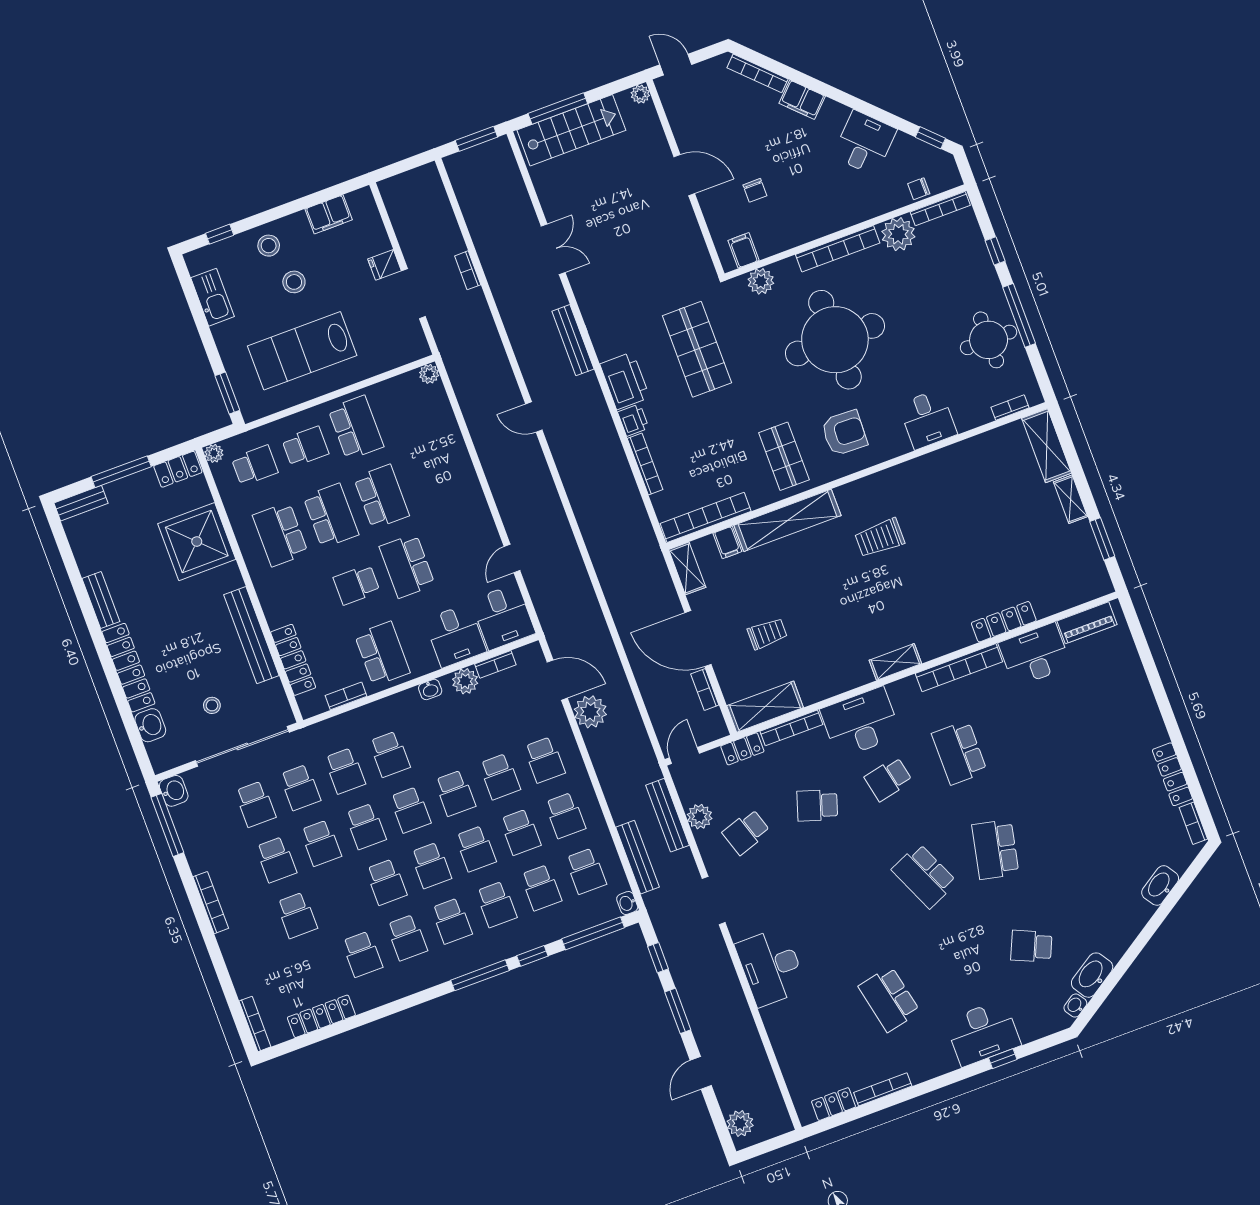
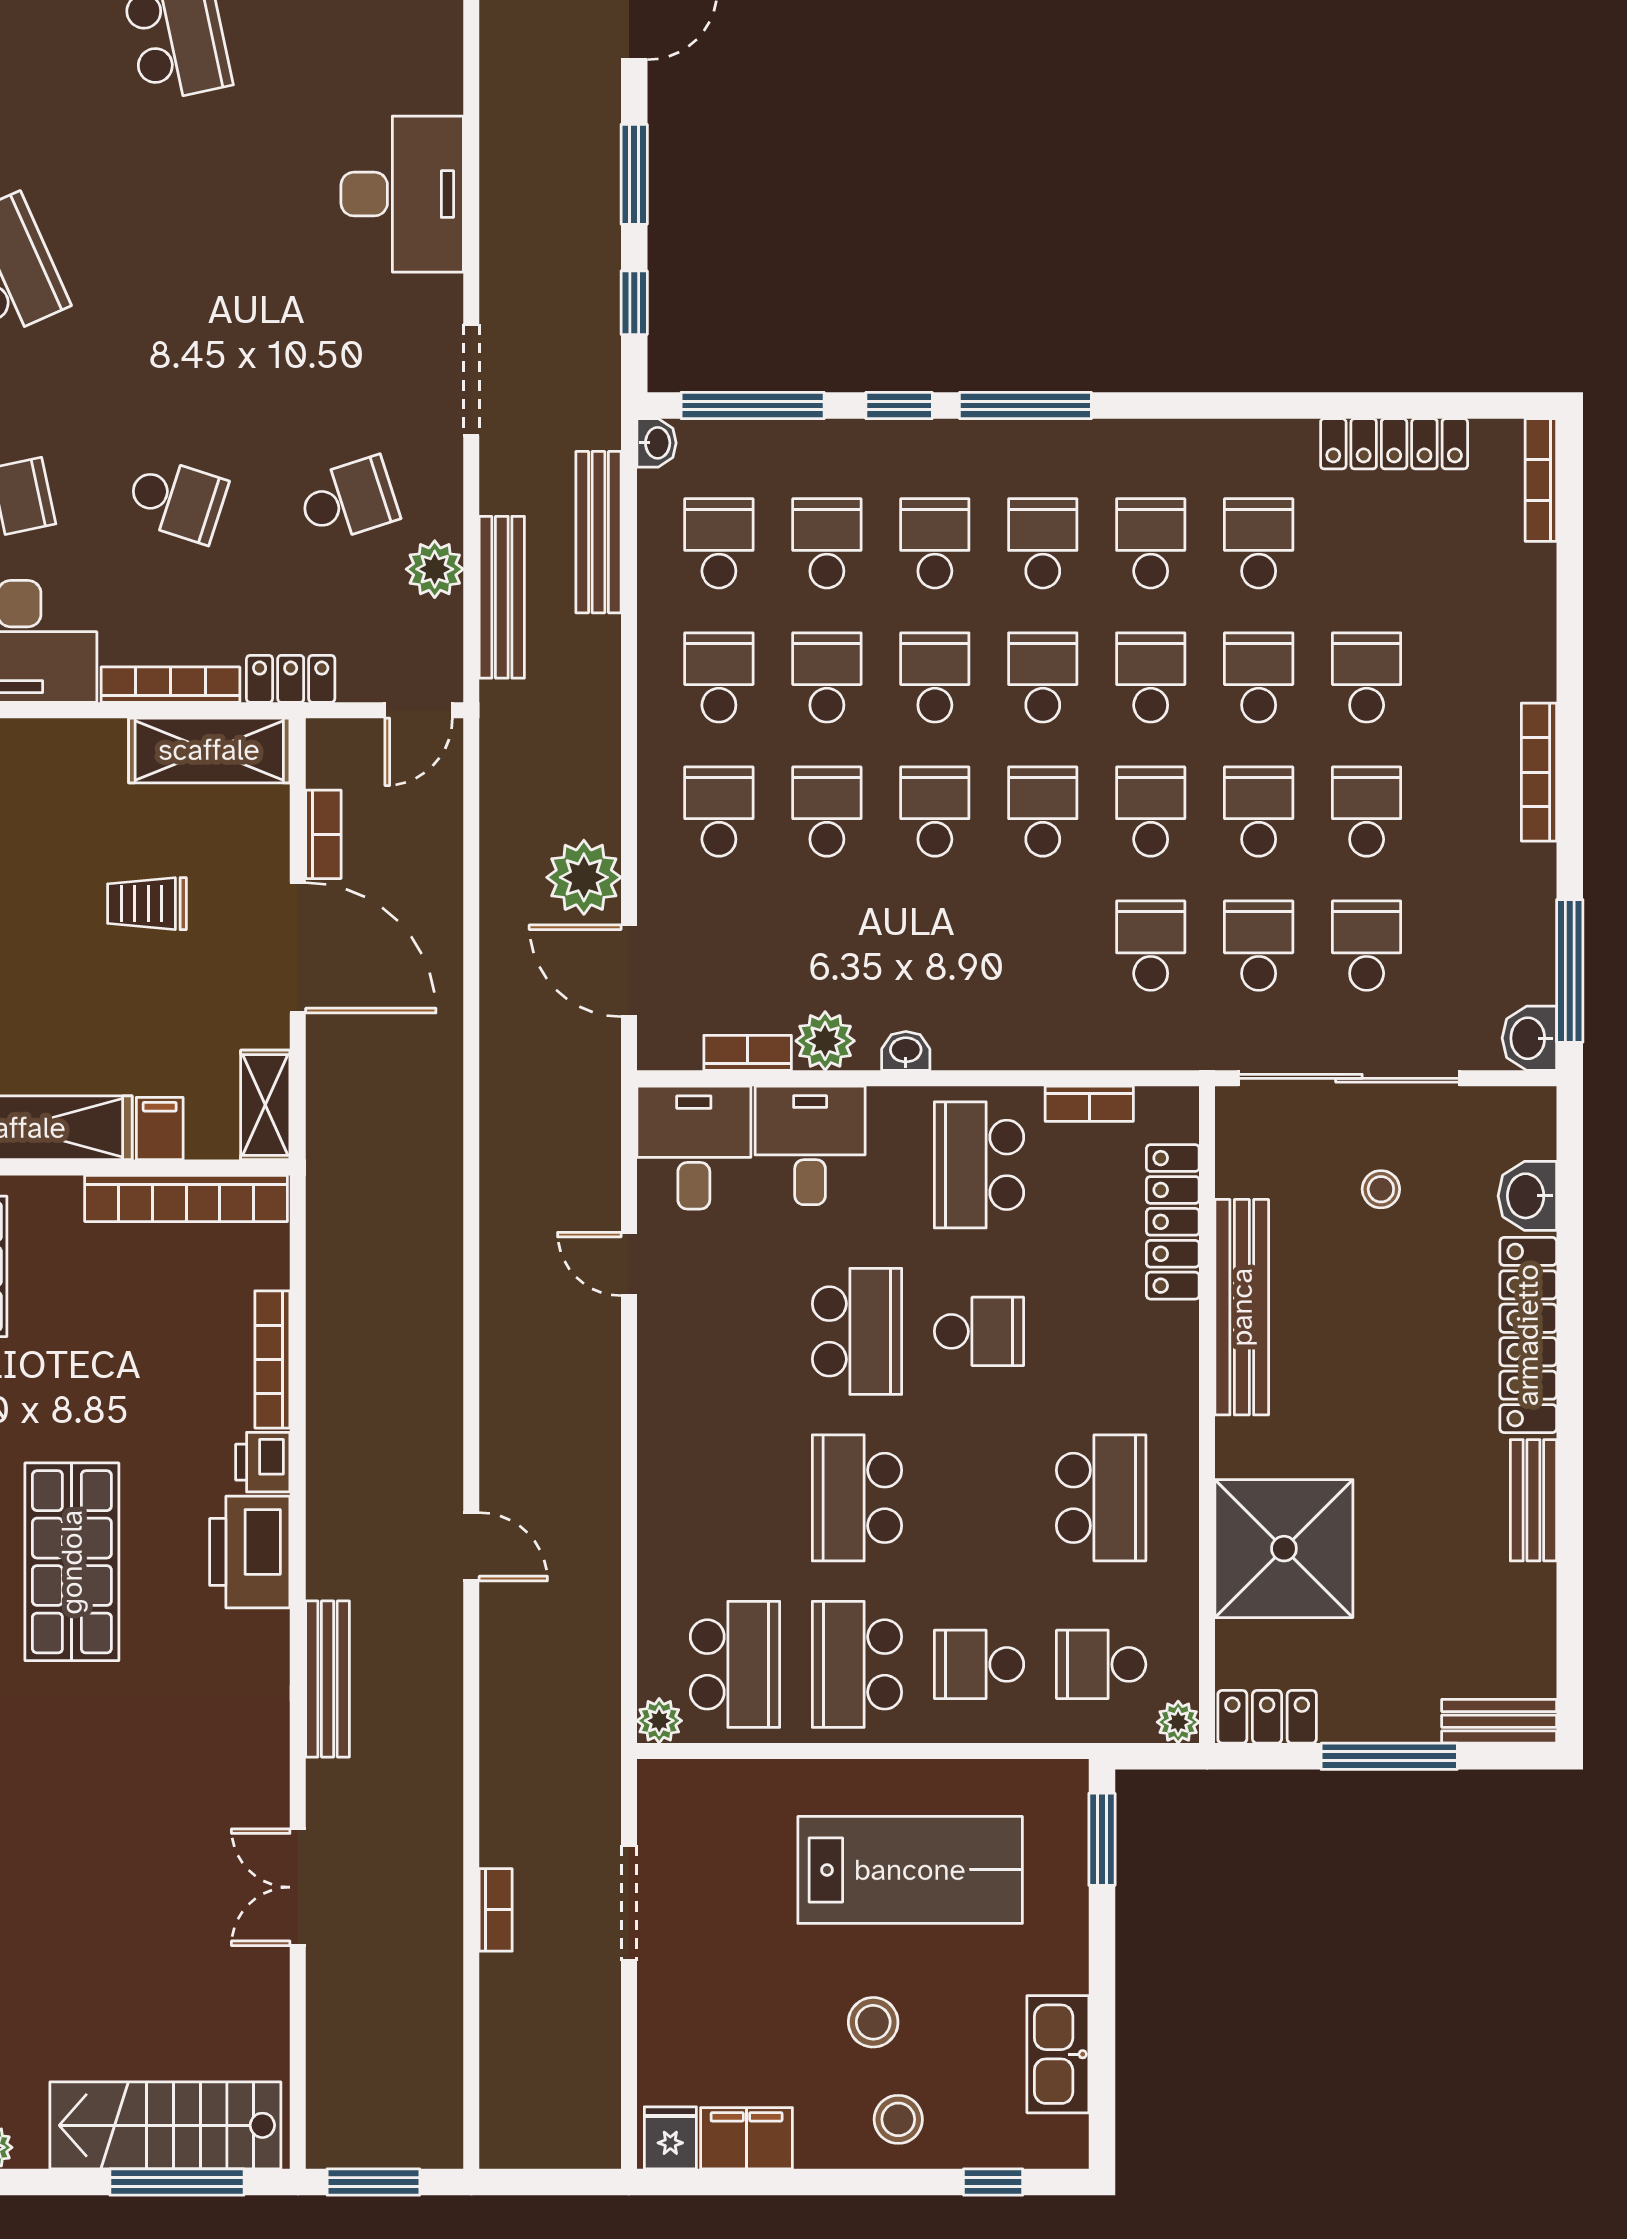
fridge: (384, 265) -> (670, 2138), moved, turned -90
school desk: (331, 516) -> (735, 1664), moved, turned 180
door: (512, 559) -> (629, 1264), swing flipped
school desk: (390, 754) -> (1259, 677), moved

